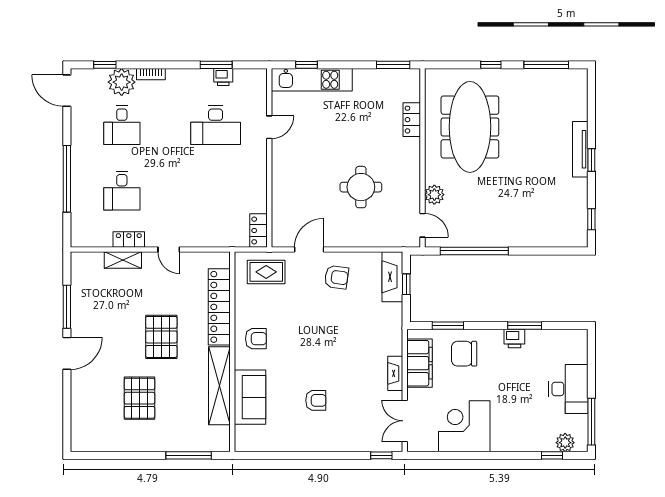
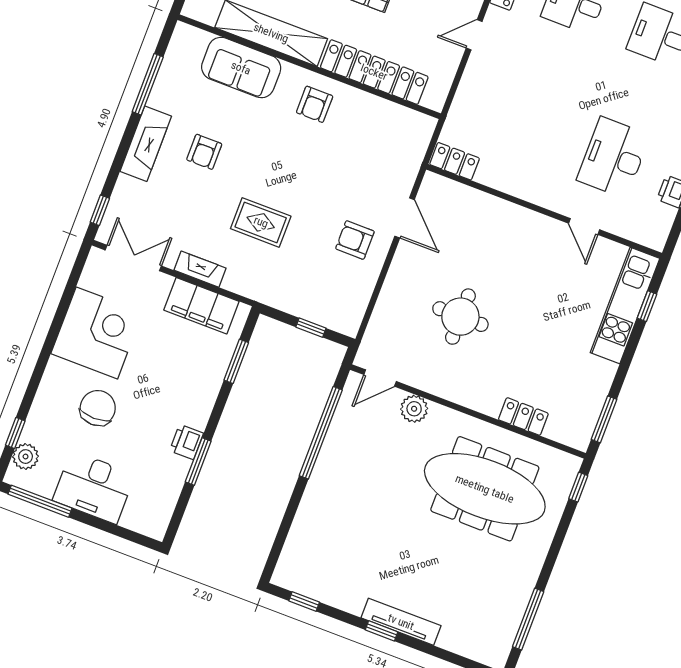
window: (491, 65) -> (578, 487), moved
rug: (266, 272) -> (261, 222), moved, turned 90
armchair: (336, 277) -> (355, 240), turned 82
fireplace: (392, 277) -> (146, 144), moved, turned 90
chair: (464, 354) -> (98, 408), moved
window: (285, 455) -> (148, 84), added

